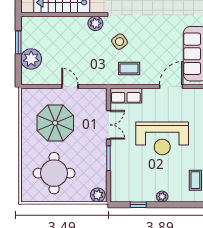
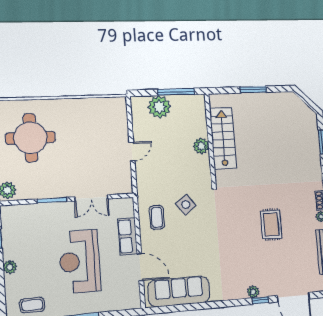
plant: (95, 23) -> (201, 146), moved
window: (18, 42) -> (176, 92), width x1.44
row of seats: (126, 96) -> (128, 236), moved
parasol: (55, 123) -> (89, 137), removed

